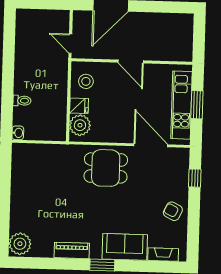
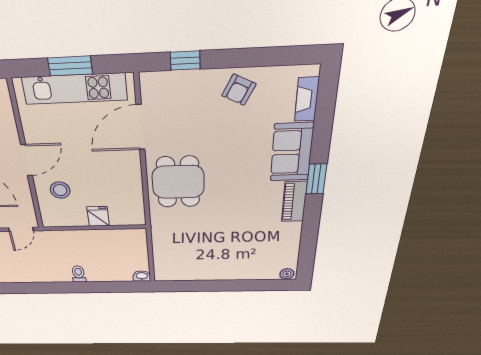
stool: (86, 81) -> (60, 190), moved
toilet: (22, 101) -> (79, 274), moved
plant: (80, 125) -> (123, 214), removed
plant: (20, 244) -> (287, 274), width x0.53, depth x0.53
piano: (72, 250) -> (294, 202), moved

